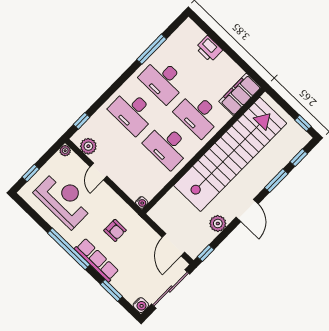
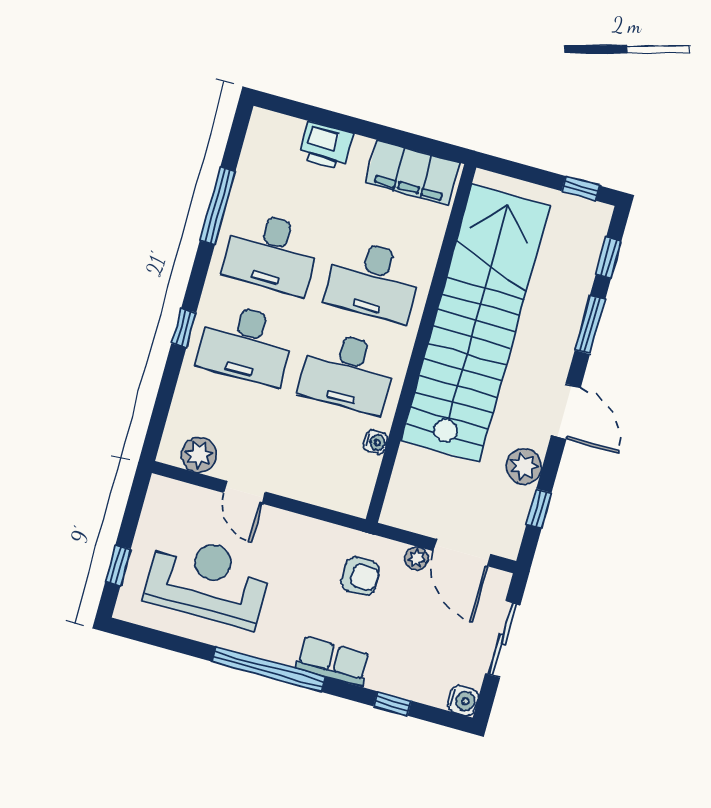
filing cabinet: (240, 94) -> (413, 173), moved, turned -90
window: (82, 121) -> (184, 328), moved
plant: (65, 151) -> (417, 559), moved
water cooler: (142, 202) -> (376, 442), moved
armchair: (115, 230) -> (360, 576), moved
window: (206, 253) -> (539, 508), moved
row of seats: (97, 260) -> (333, 661), width x0.68
sliding door: (171, 289) -> (503, 639), width x0.73
window: (111, 290) -> (392, 703), width x0.67

